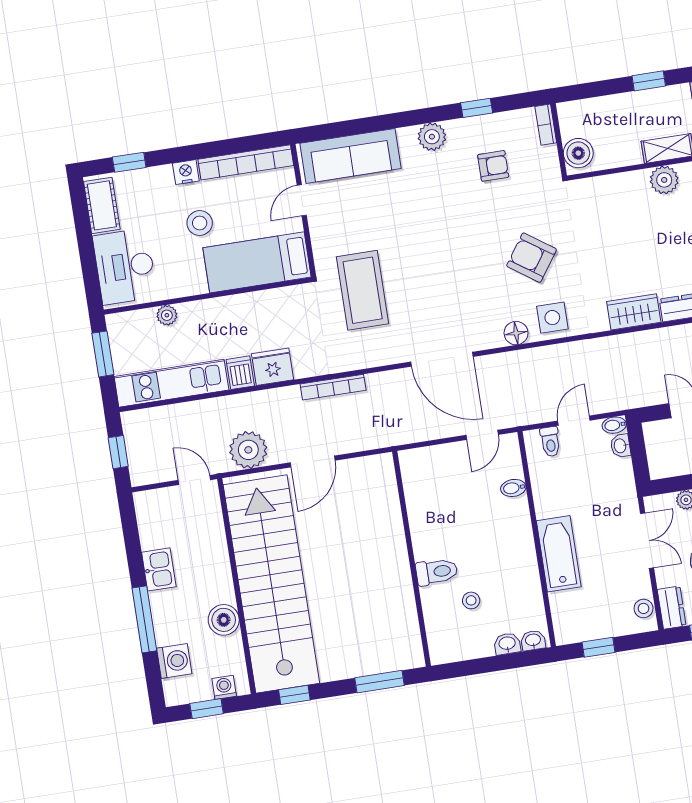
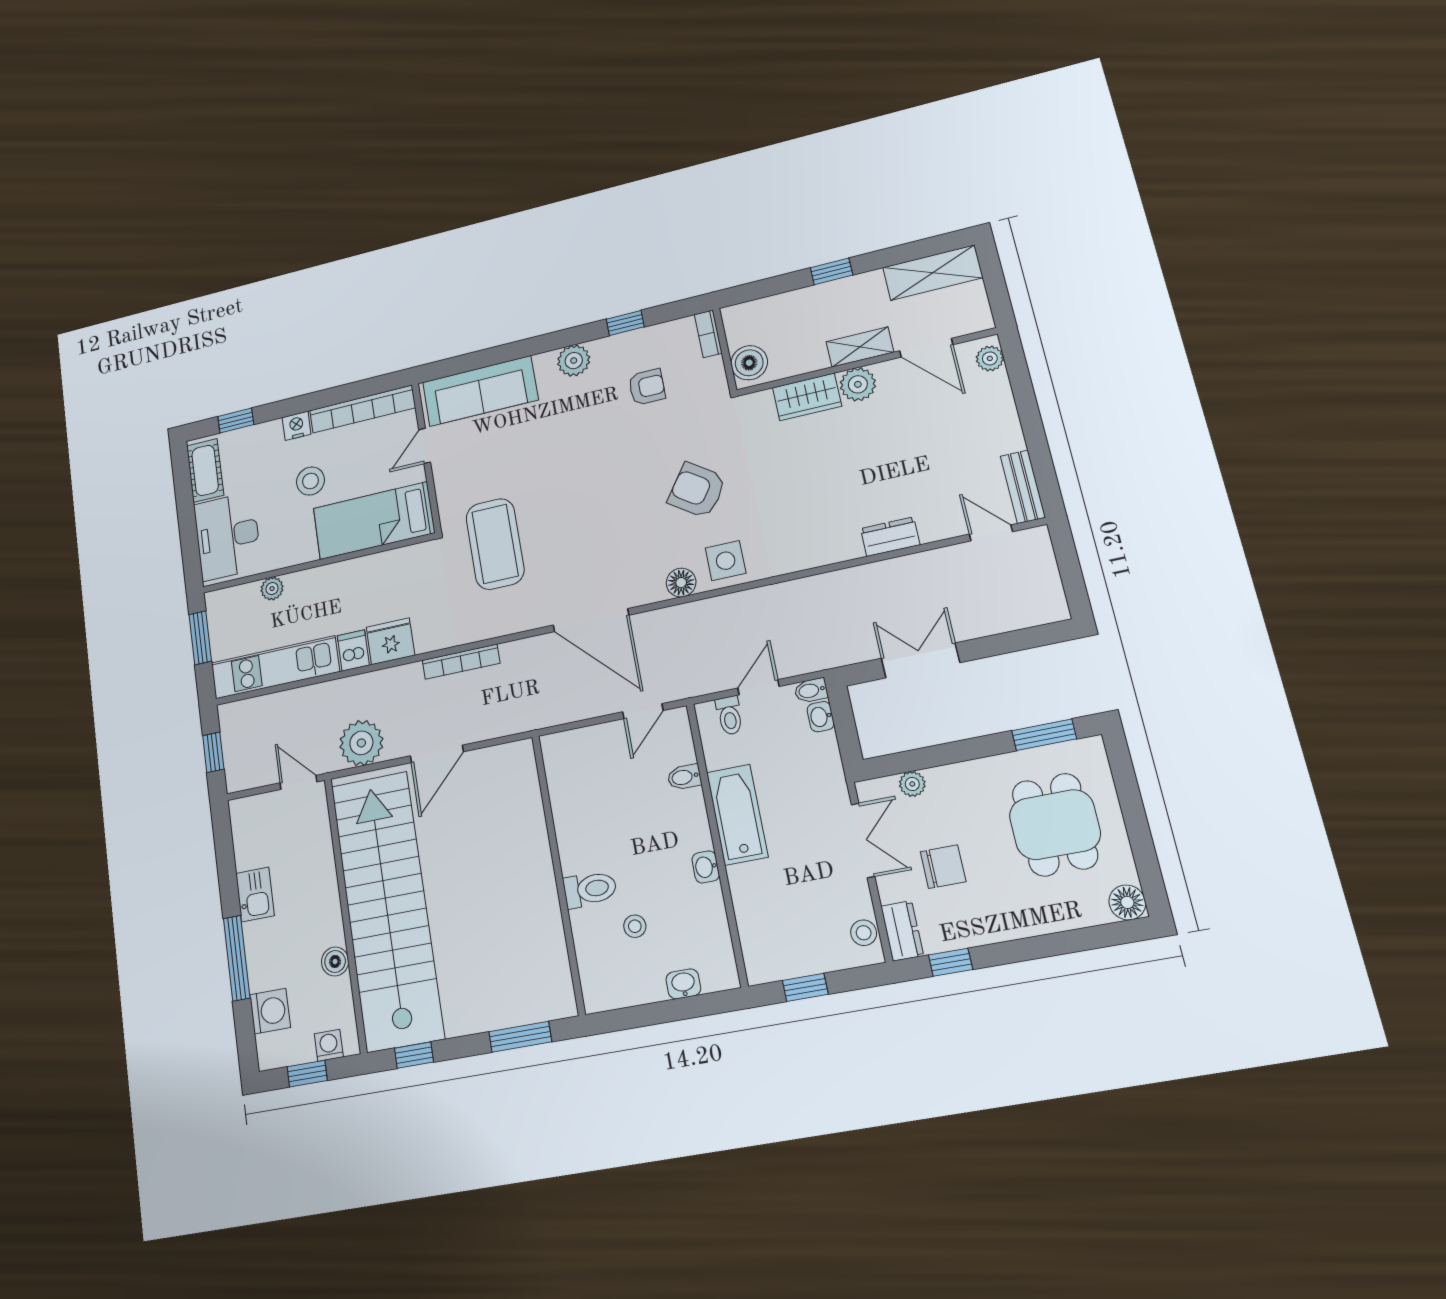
wardrobe: (634, 312) -> (807, 397), moved, turned 180
bathtub: (559, 554) -> (737, 815), moved
boiler: (224, 620) -> (335, 962), width x0.73, depth x0.73
washbasin: (533, 640) -> (706, 867), moved, turned -90

